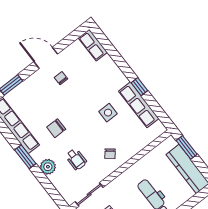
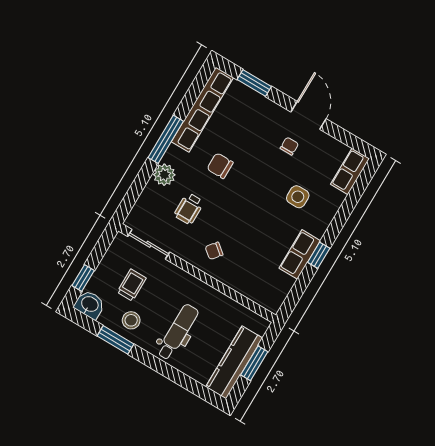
row of seats: (139, 105) -> (300, 254), width x0.68
side table: (108, 113) -> (298, 197), moved
window: (187, 147) -> (254, 363), moved
window: (25, 157) -> (166, 139), width x1.44

